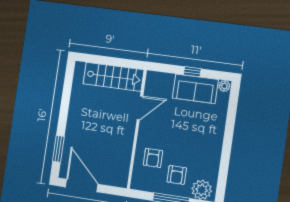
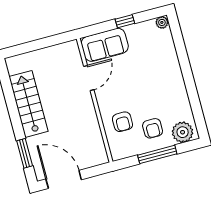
stairs: (113, 77) -> (29, 104), moved, turned -90
sofa: (195, 89) -> (105, 45), moved

